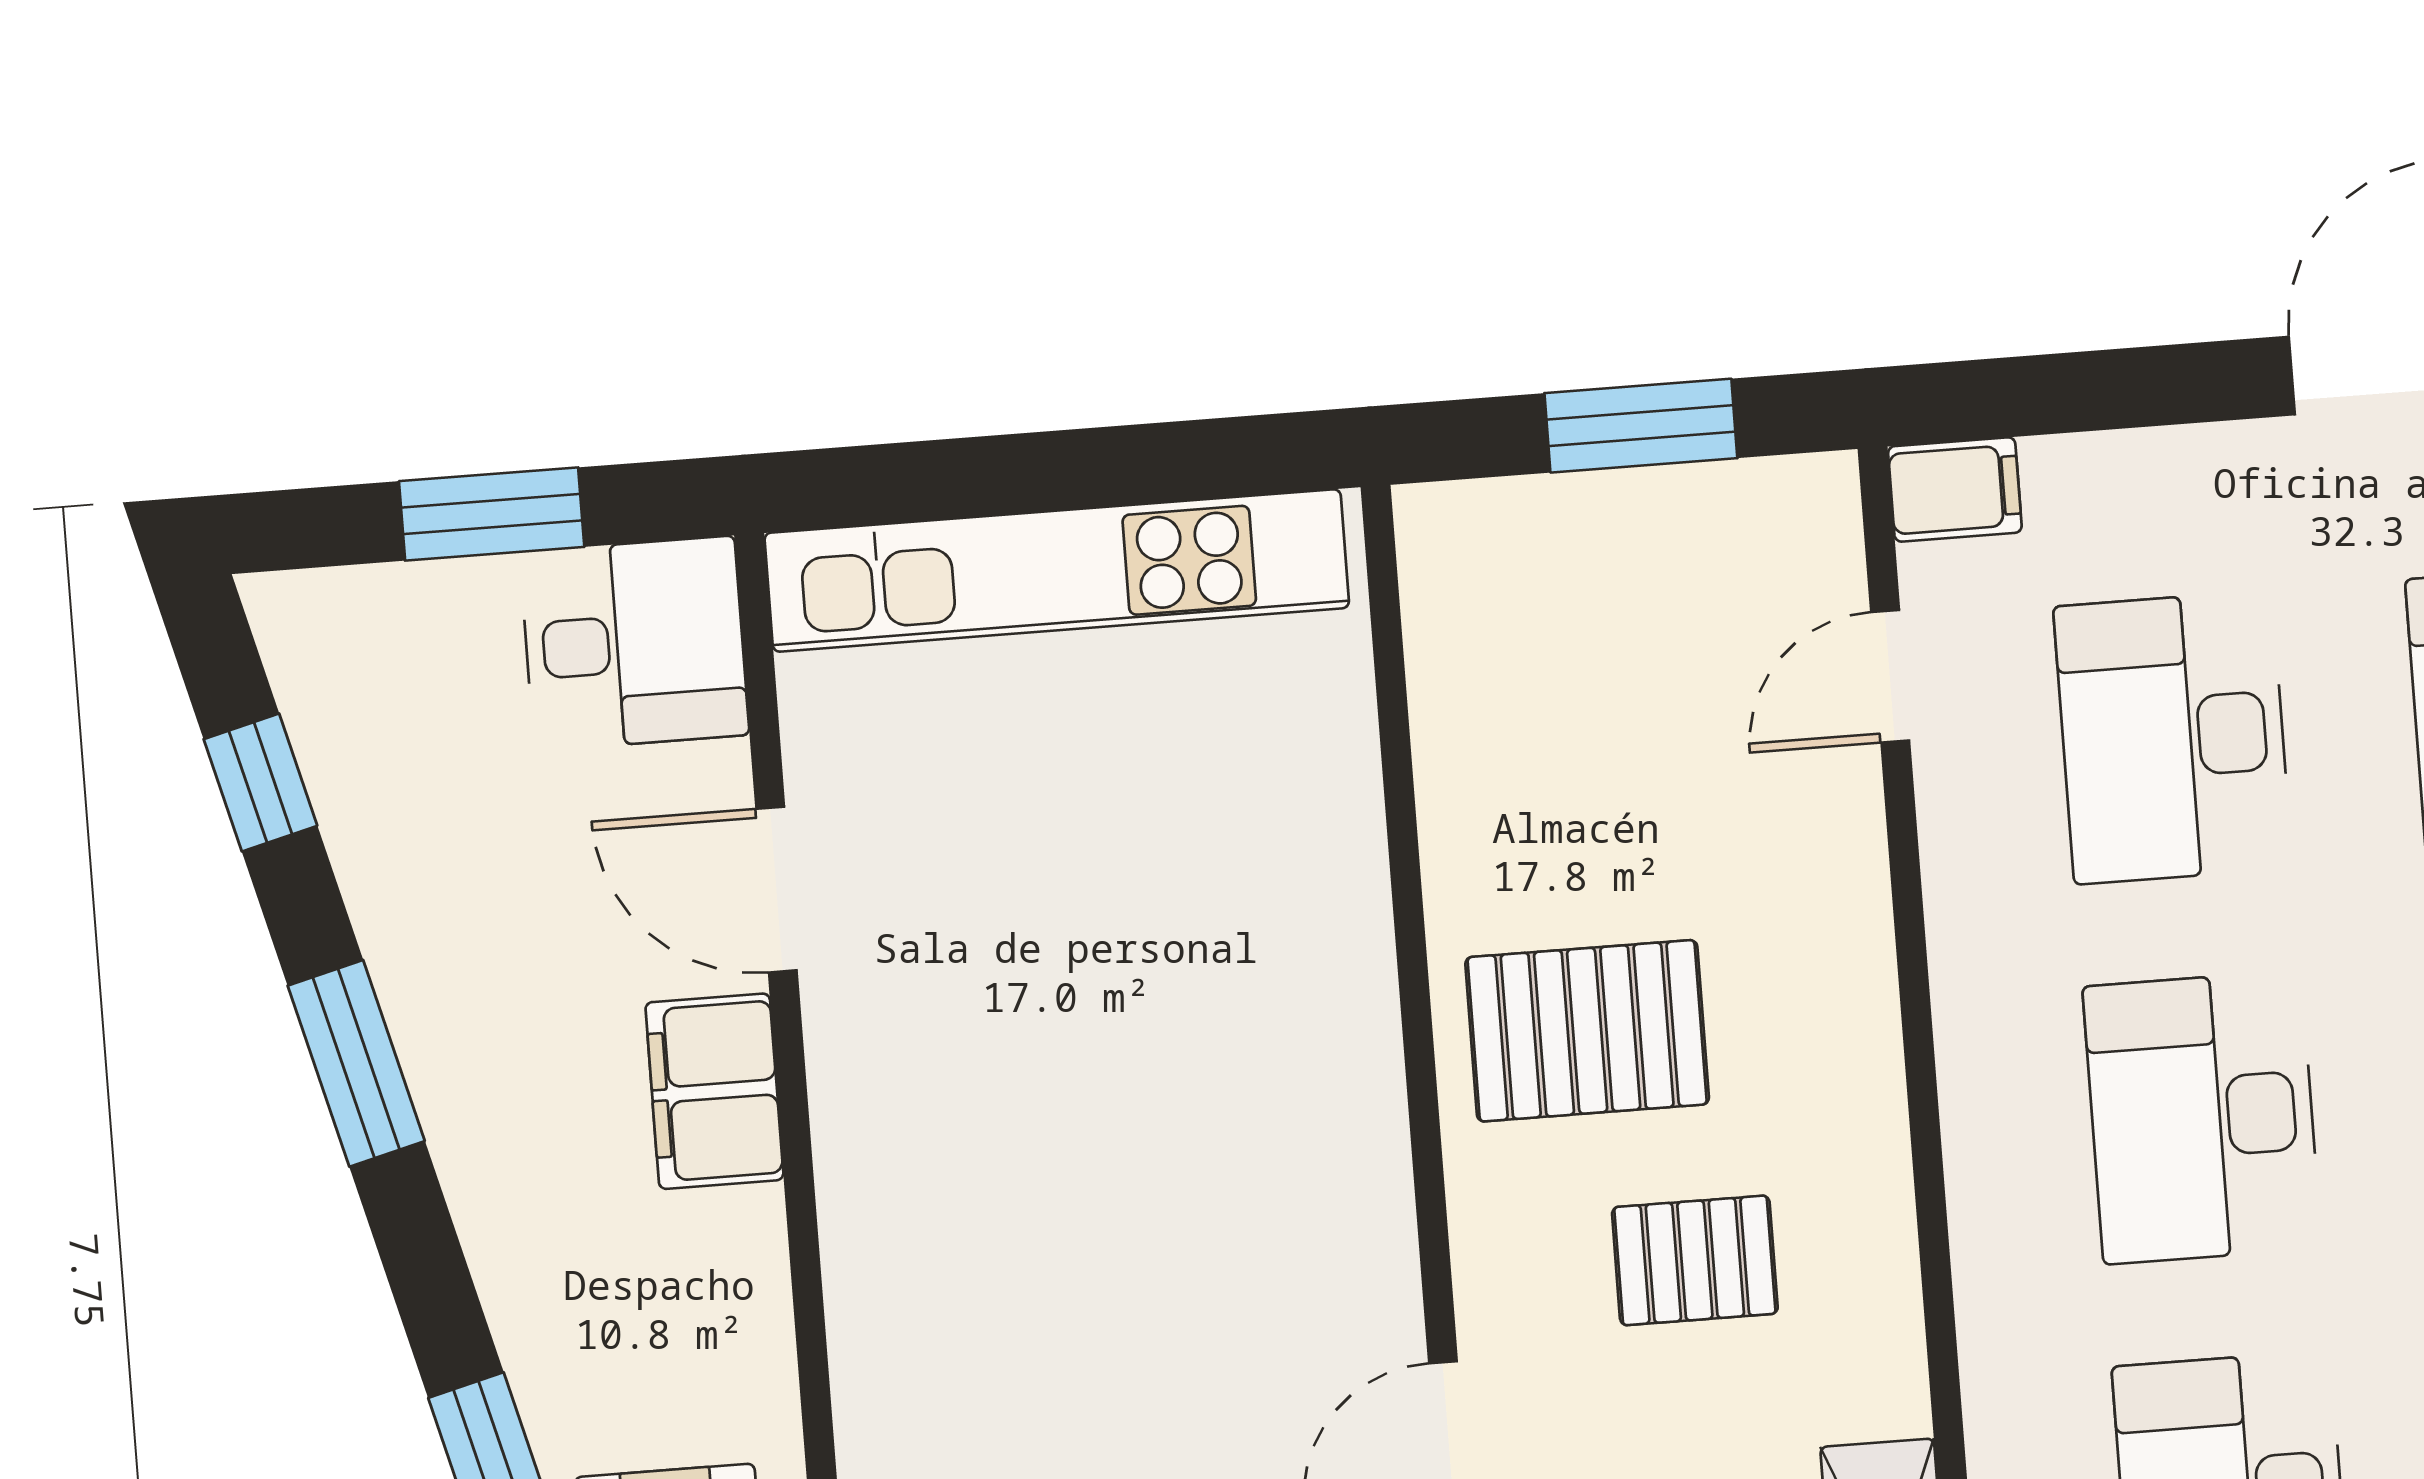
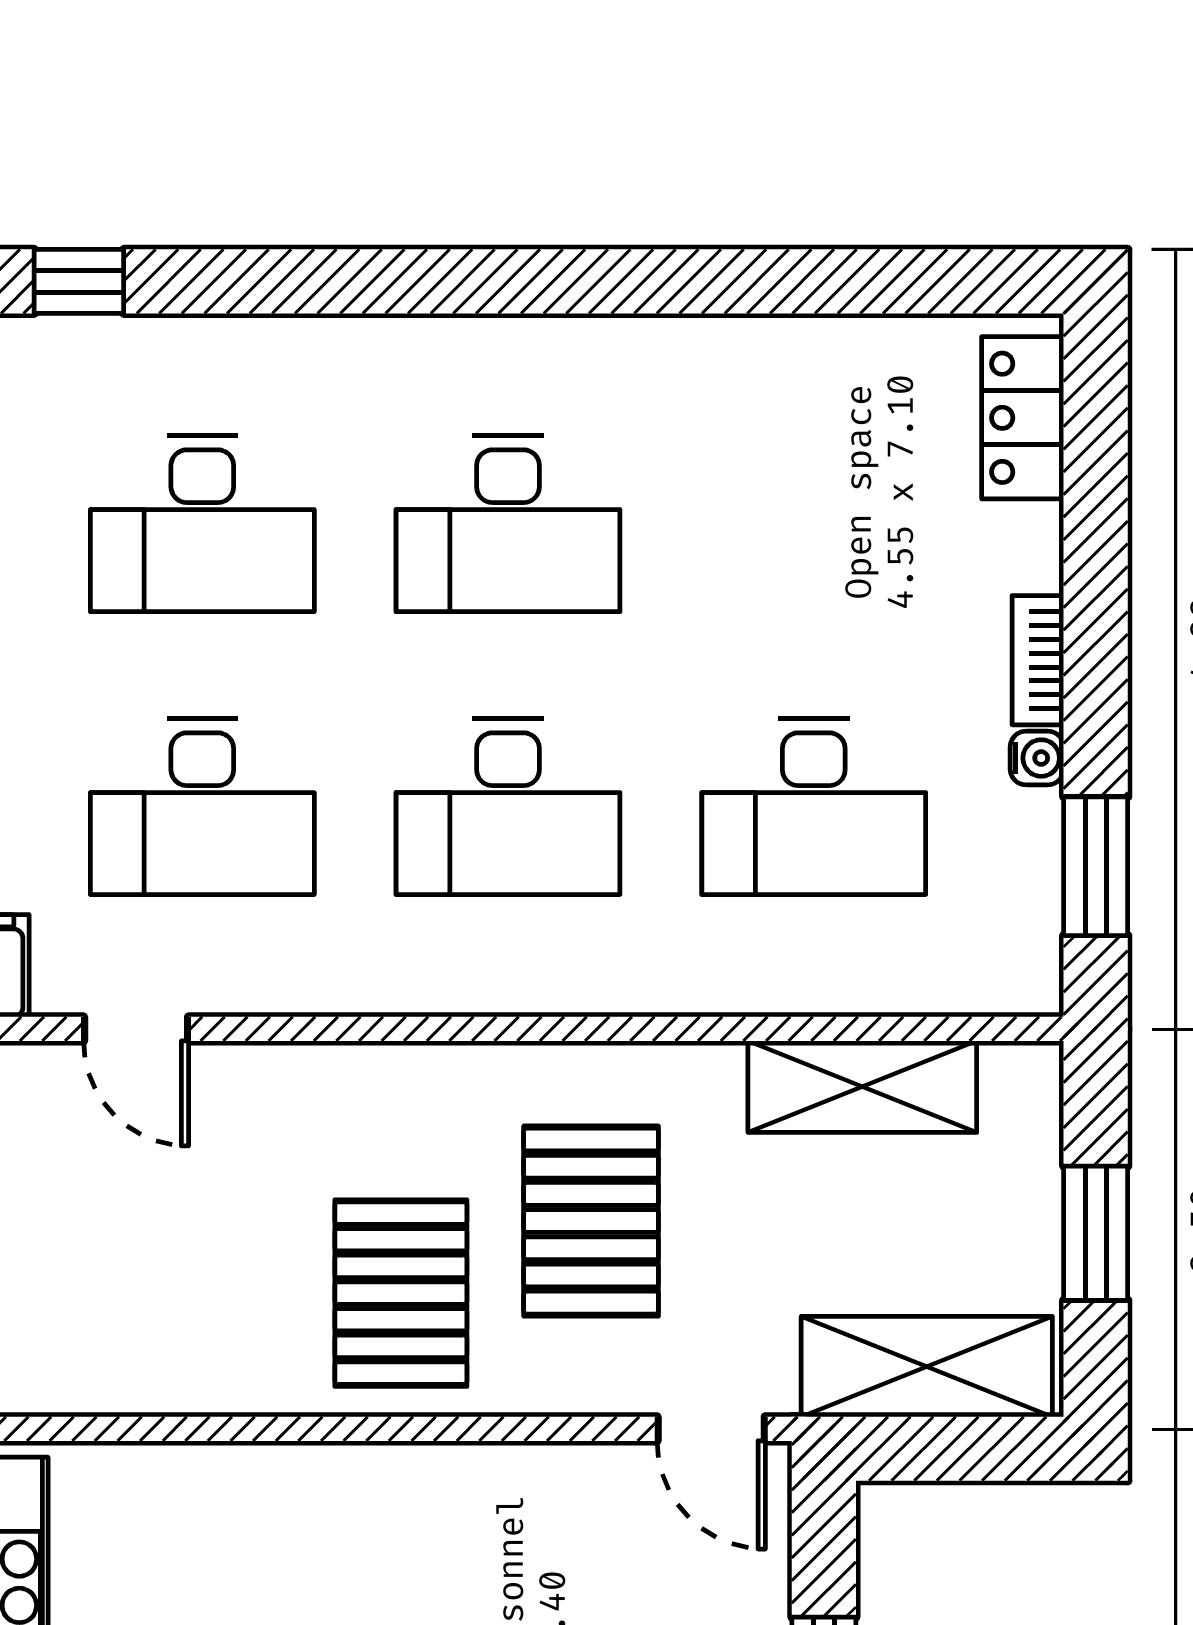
pallet: (1695, 1260) -> (591, 1221), width x1.50, depth x1.42

